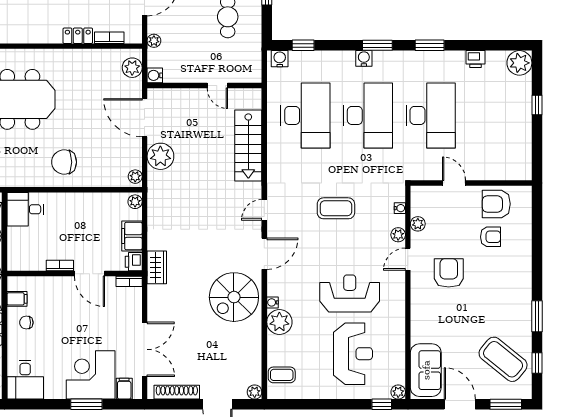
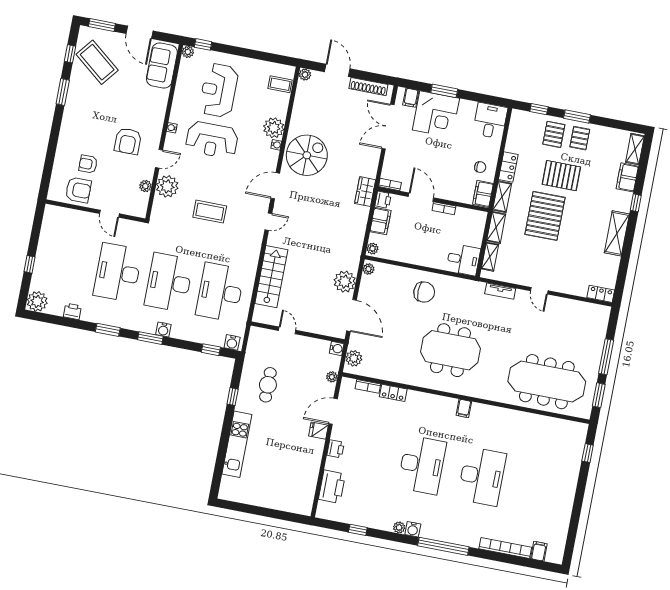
water cooler: (400, 208) -> (172, 128), moved
plant: (398, 235) -> (167, 186), width x1.87, depth x1.87
filing cabinet: (17, 299) -> (483, 194), width x2.00

